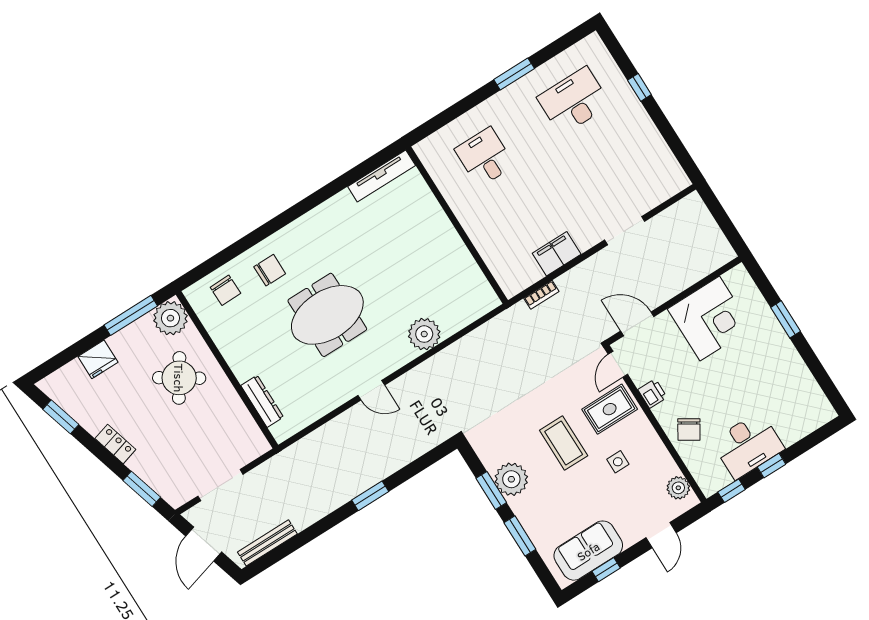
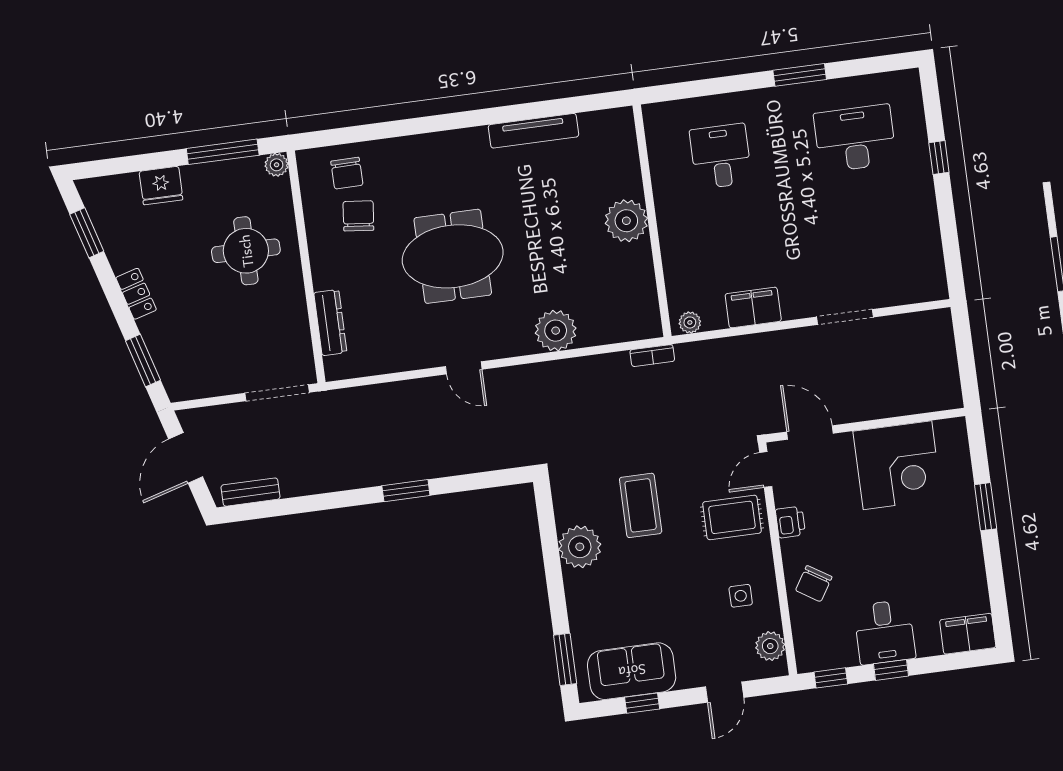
tv unit: (382, 176) -> (534, 131), moved
plant: (439, 233) -> (626, 221), added
chair: (270, 270) -> (358, 216), moved, turned -84
plant: (517, 285) -> (690, 322), added
bookcase: (541, 295) -> (652, 356), moved
plant: (170, 318) -> (277, 165), width x0.53, depth x0.53
round table: (179, 378) -> (246, 251), turned -33
filing cabinet: (814, 415) -> (968, 634), added
coffee table: (564, 443) -> (641, 505), moved
desk: (748, 445) -> (885, 632), width x0.73
side table: (618, 462) -> (741, 596), moved
doorway: (220, 485) -> (277, 393), moved
window: (491, 490) -> (550, 549), removed
window: (520, 536) -> (565, 659), moved
bench: (267, 543) -> (250, 492), width x0.73

